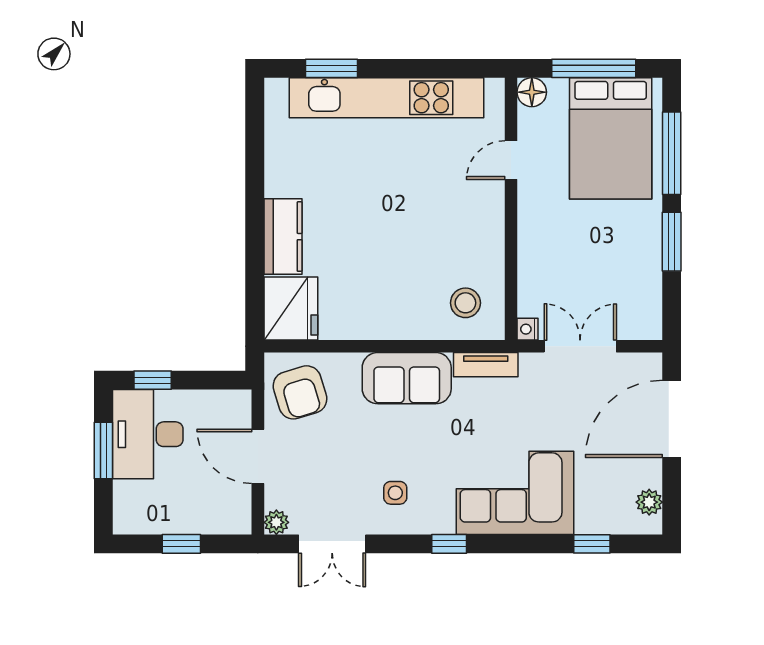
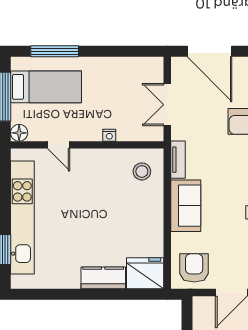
bed: (611, 138) -> (46, 87), width x0.67
window: (672, 242) -> (106, 51), removed
nightstand: (528, 329) -> (109, 135), moved
armchair: (300, 392) -> (194, 268), turned -73

